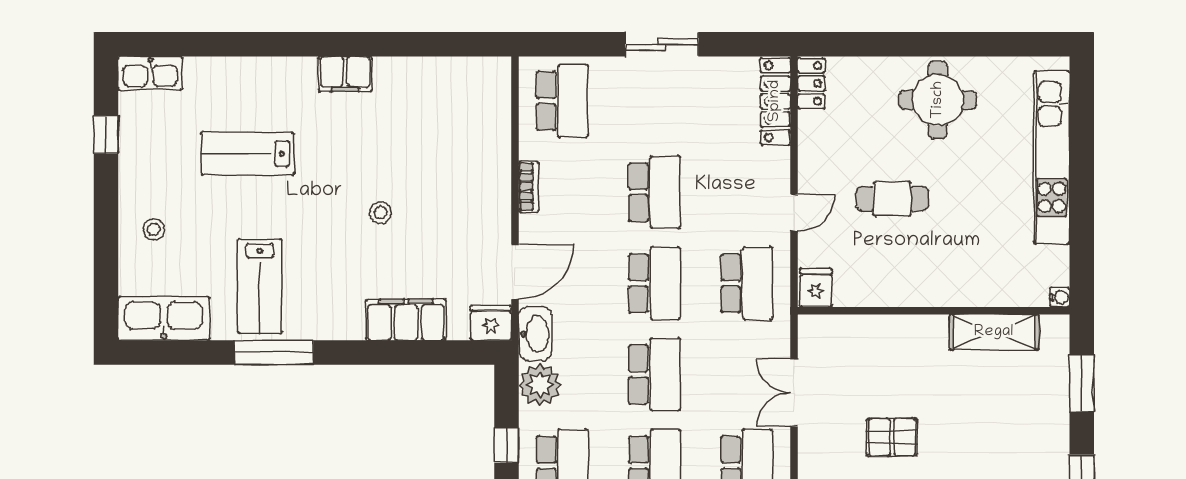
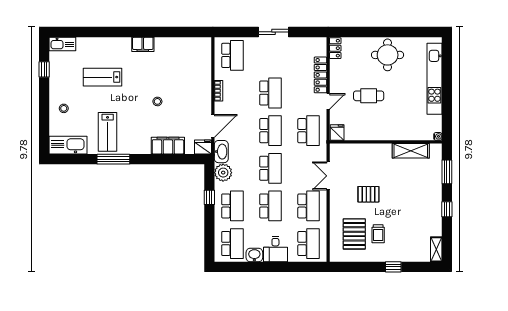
locker: (775, 101) -> (320, 75), moved

